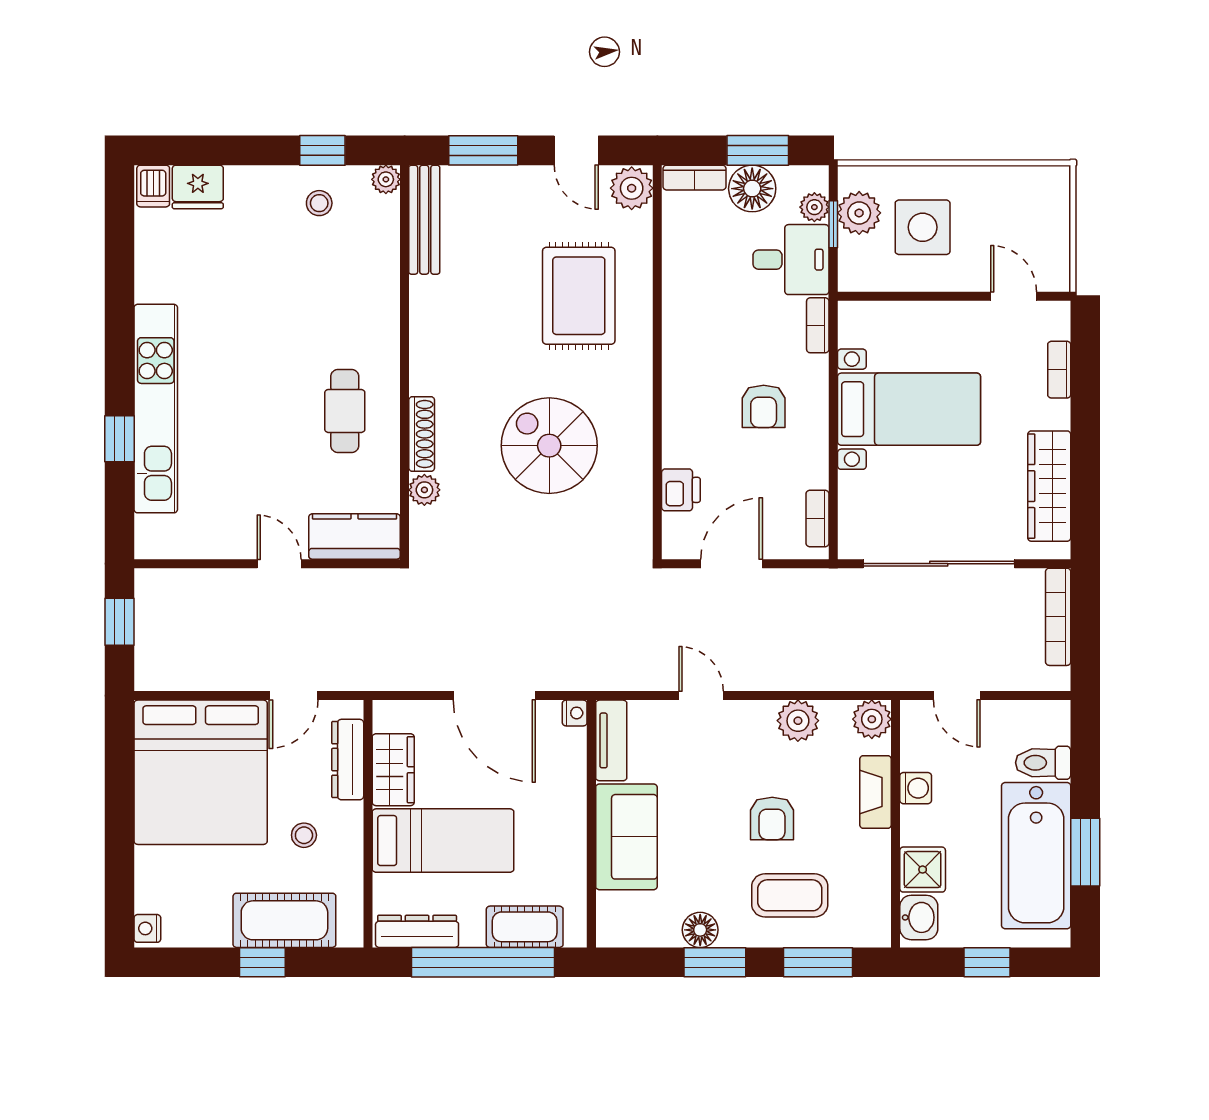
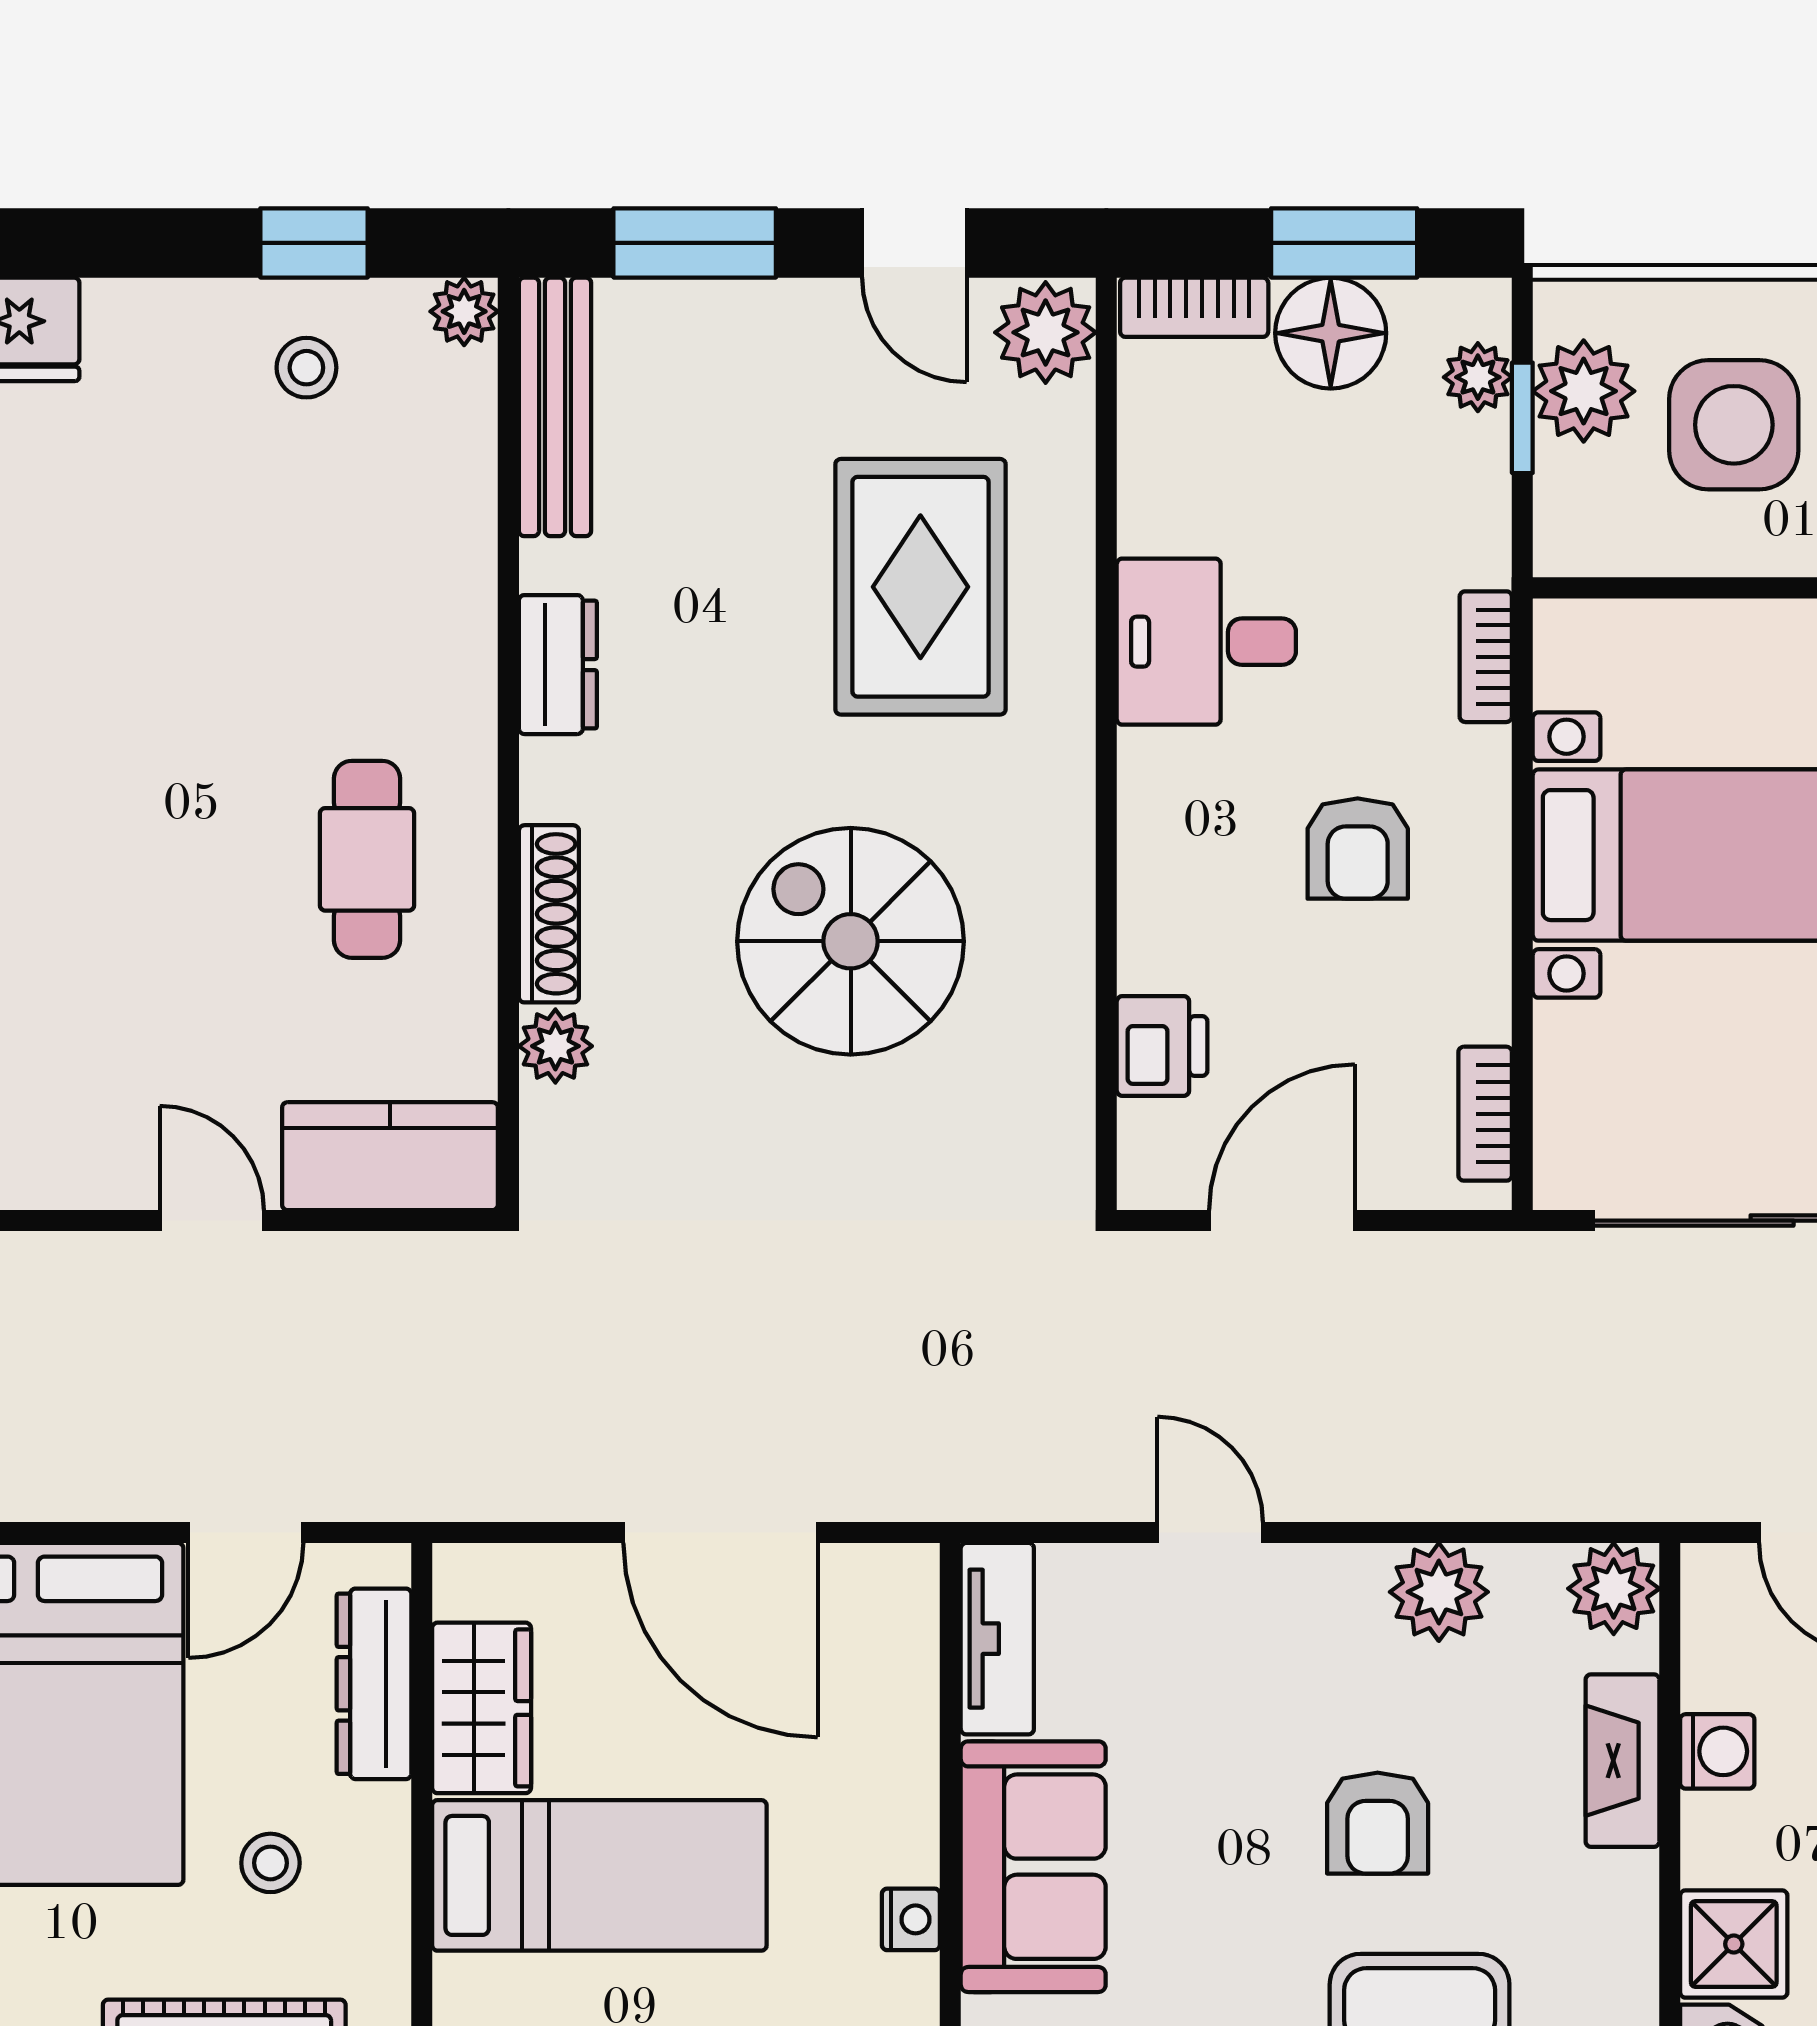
desk: (791, 260) -> (1206, 642), moved, turned 180
dresser: (425, 329) -> (558, 665), added
nightstand: (575, 713) -> (911, 1919), moved

